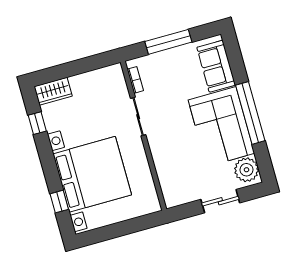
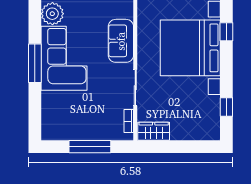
sofa: (216, 66) -> (121, 41), moved, turned 180
wardrobe: (53, 91) -> (154, 131), moved
window: (250, 113) -> (35, 63), width x0.68

